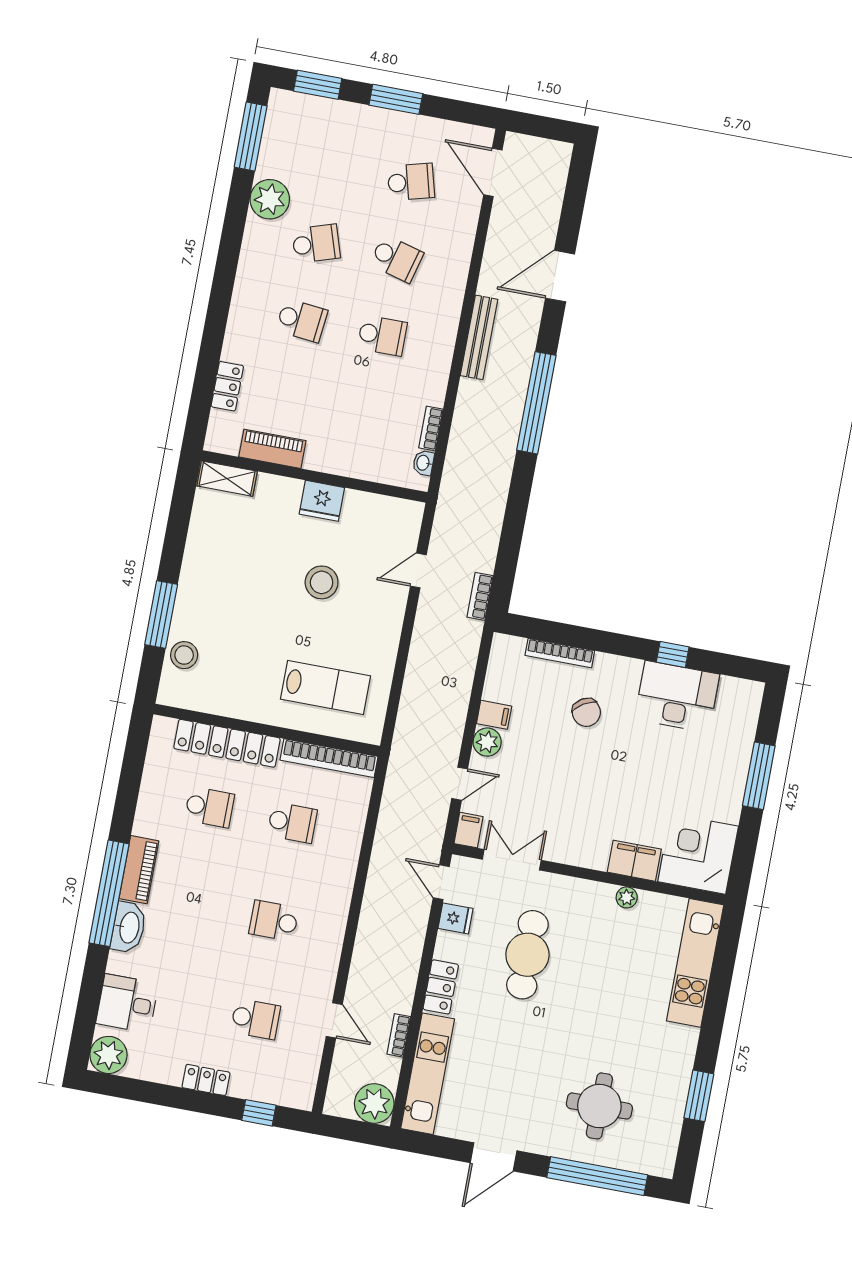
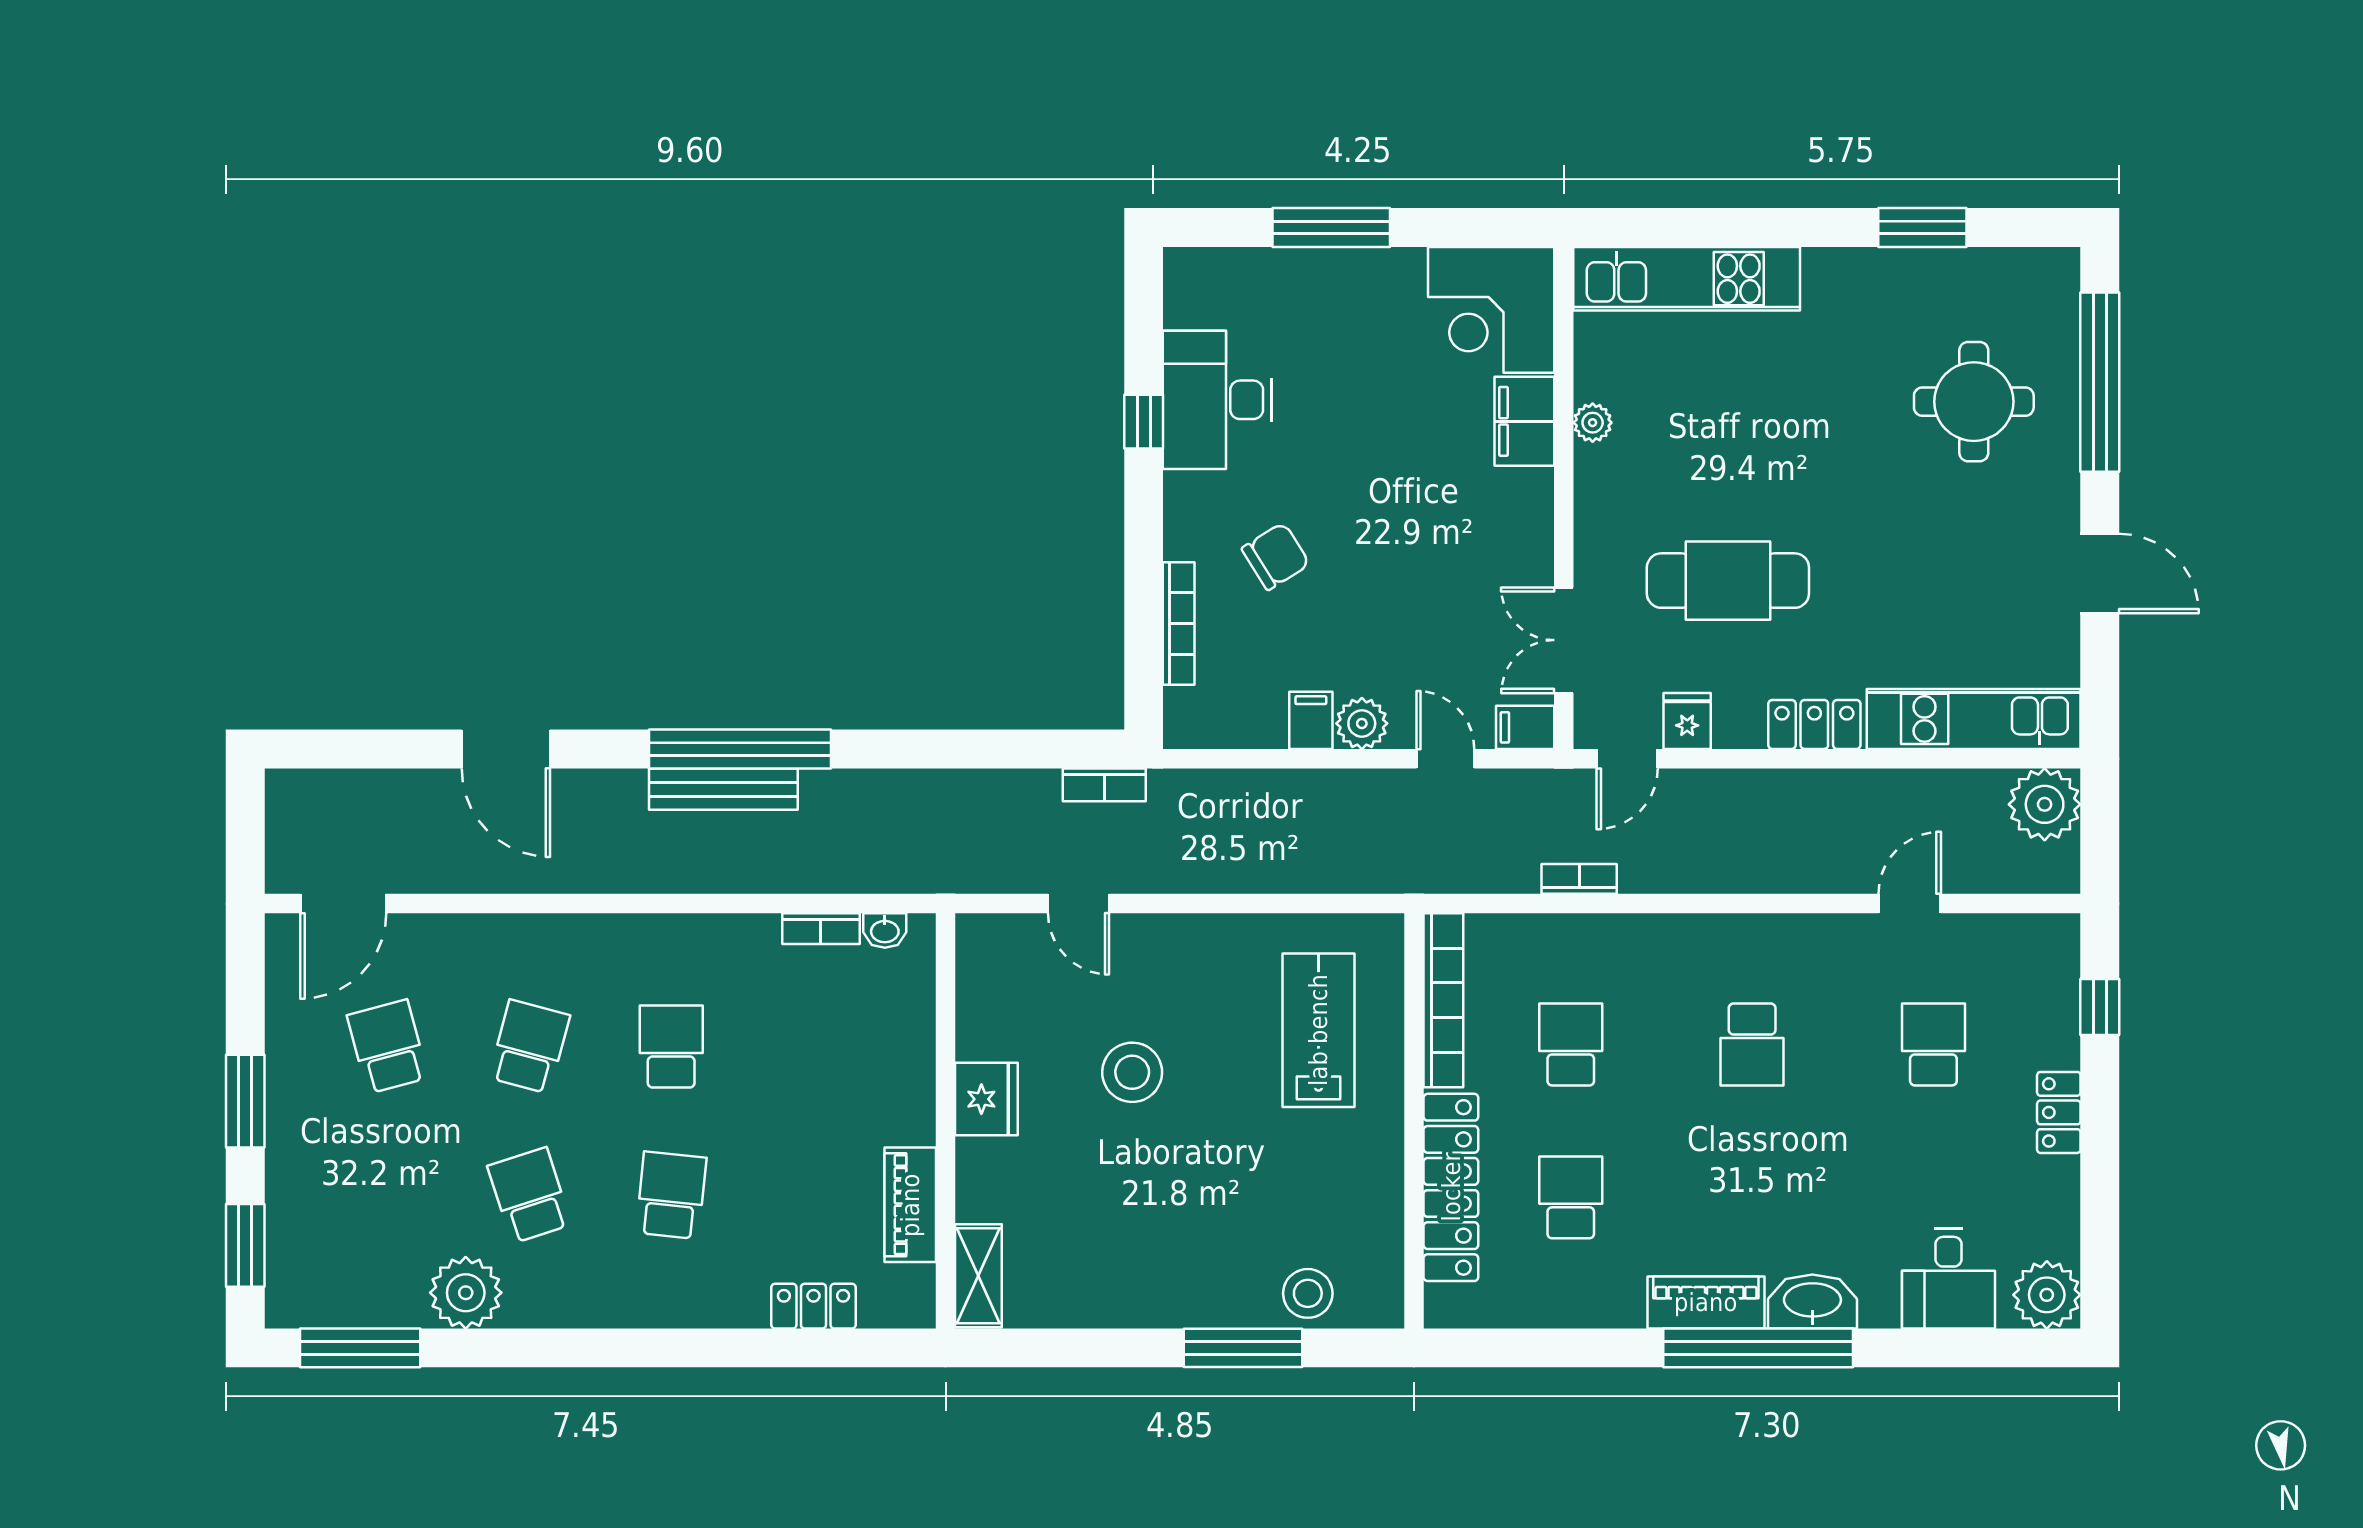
bench: (479, 337) -> (723, 789), moved
bookcase: (399, 1035) -> (1579, 879), moved, turned 180

